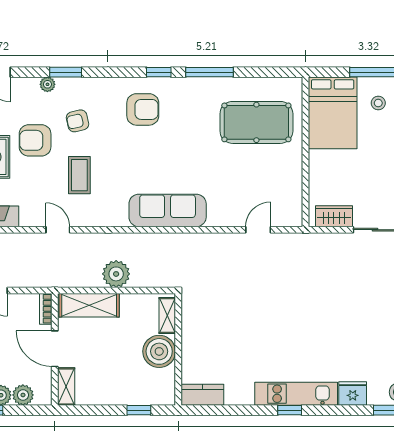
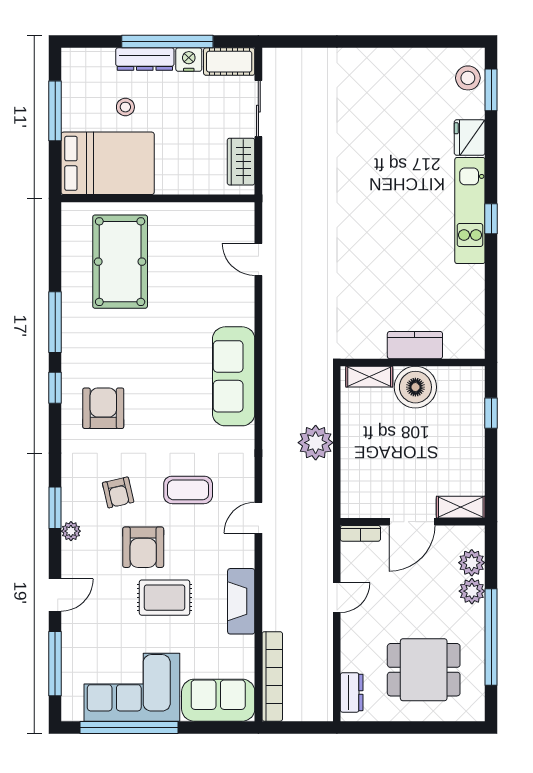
stool: (378, 103) -> (125, 107), moved
shelving: (89, 305) -> (356, 477), removed
kitchen counter: (202, 395) -> (415, 345), moved, turned 90

